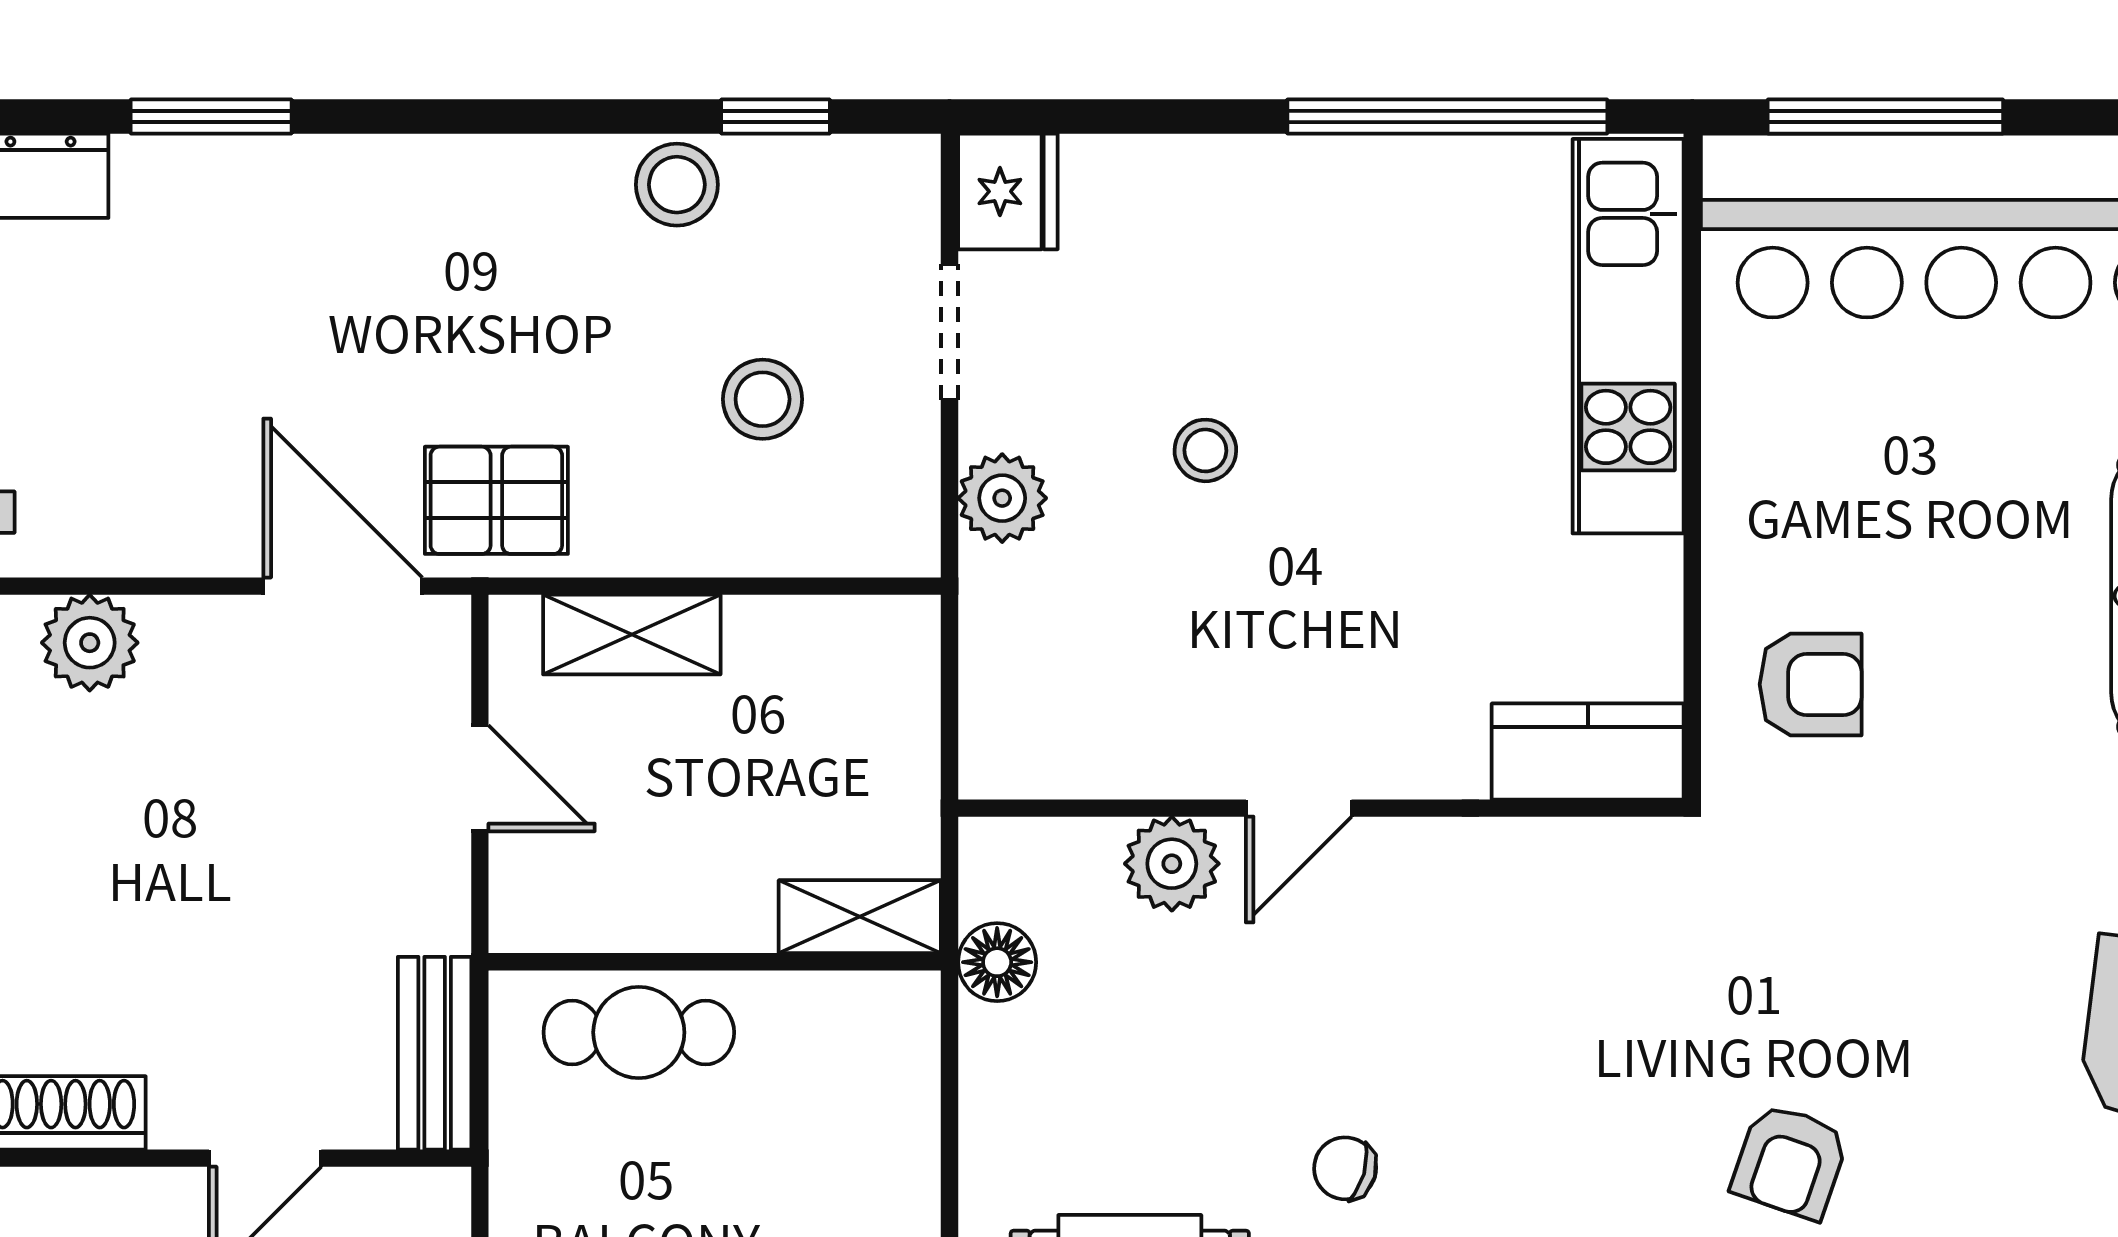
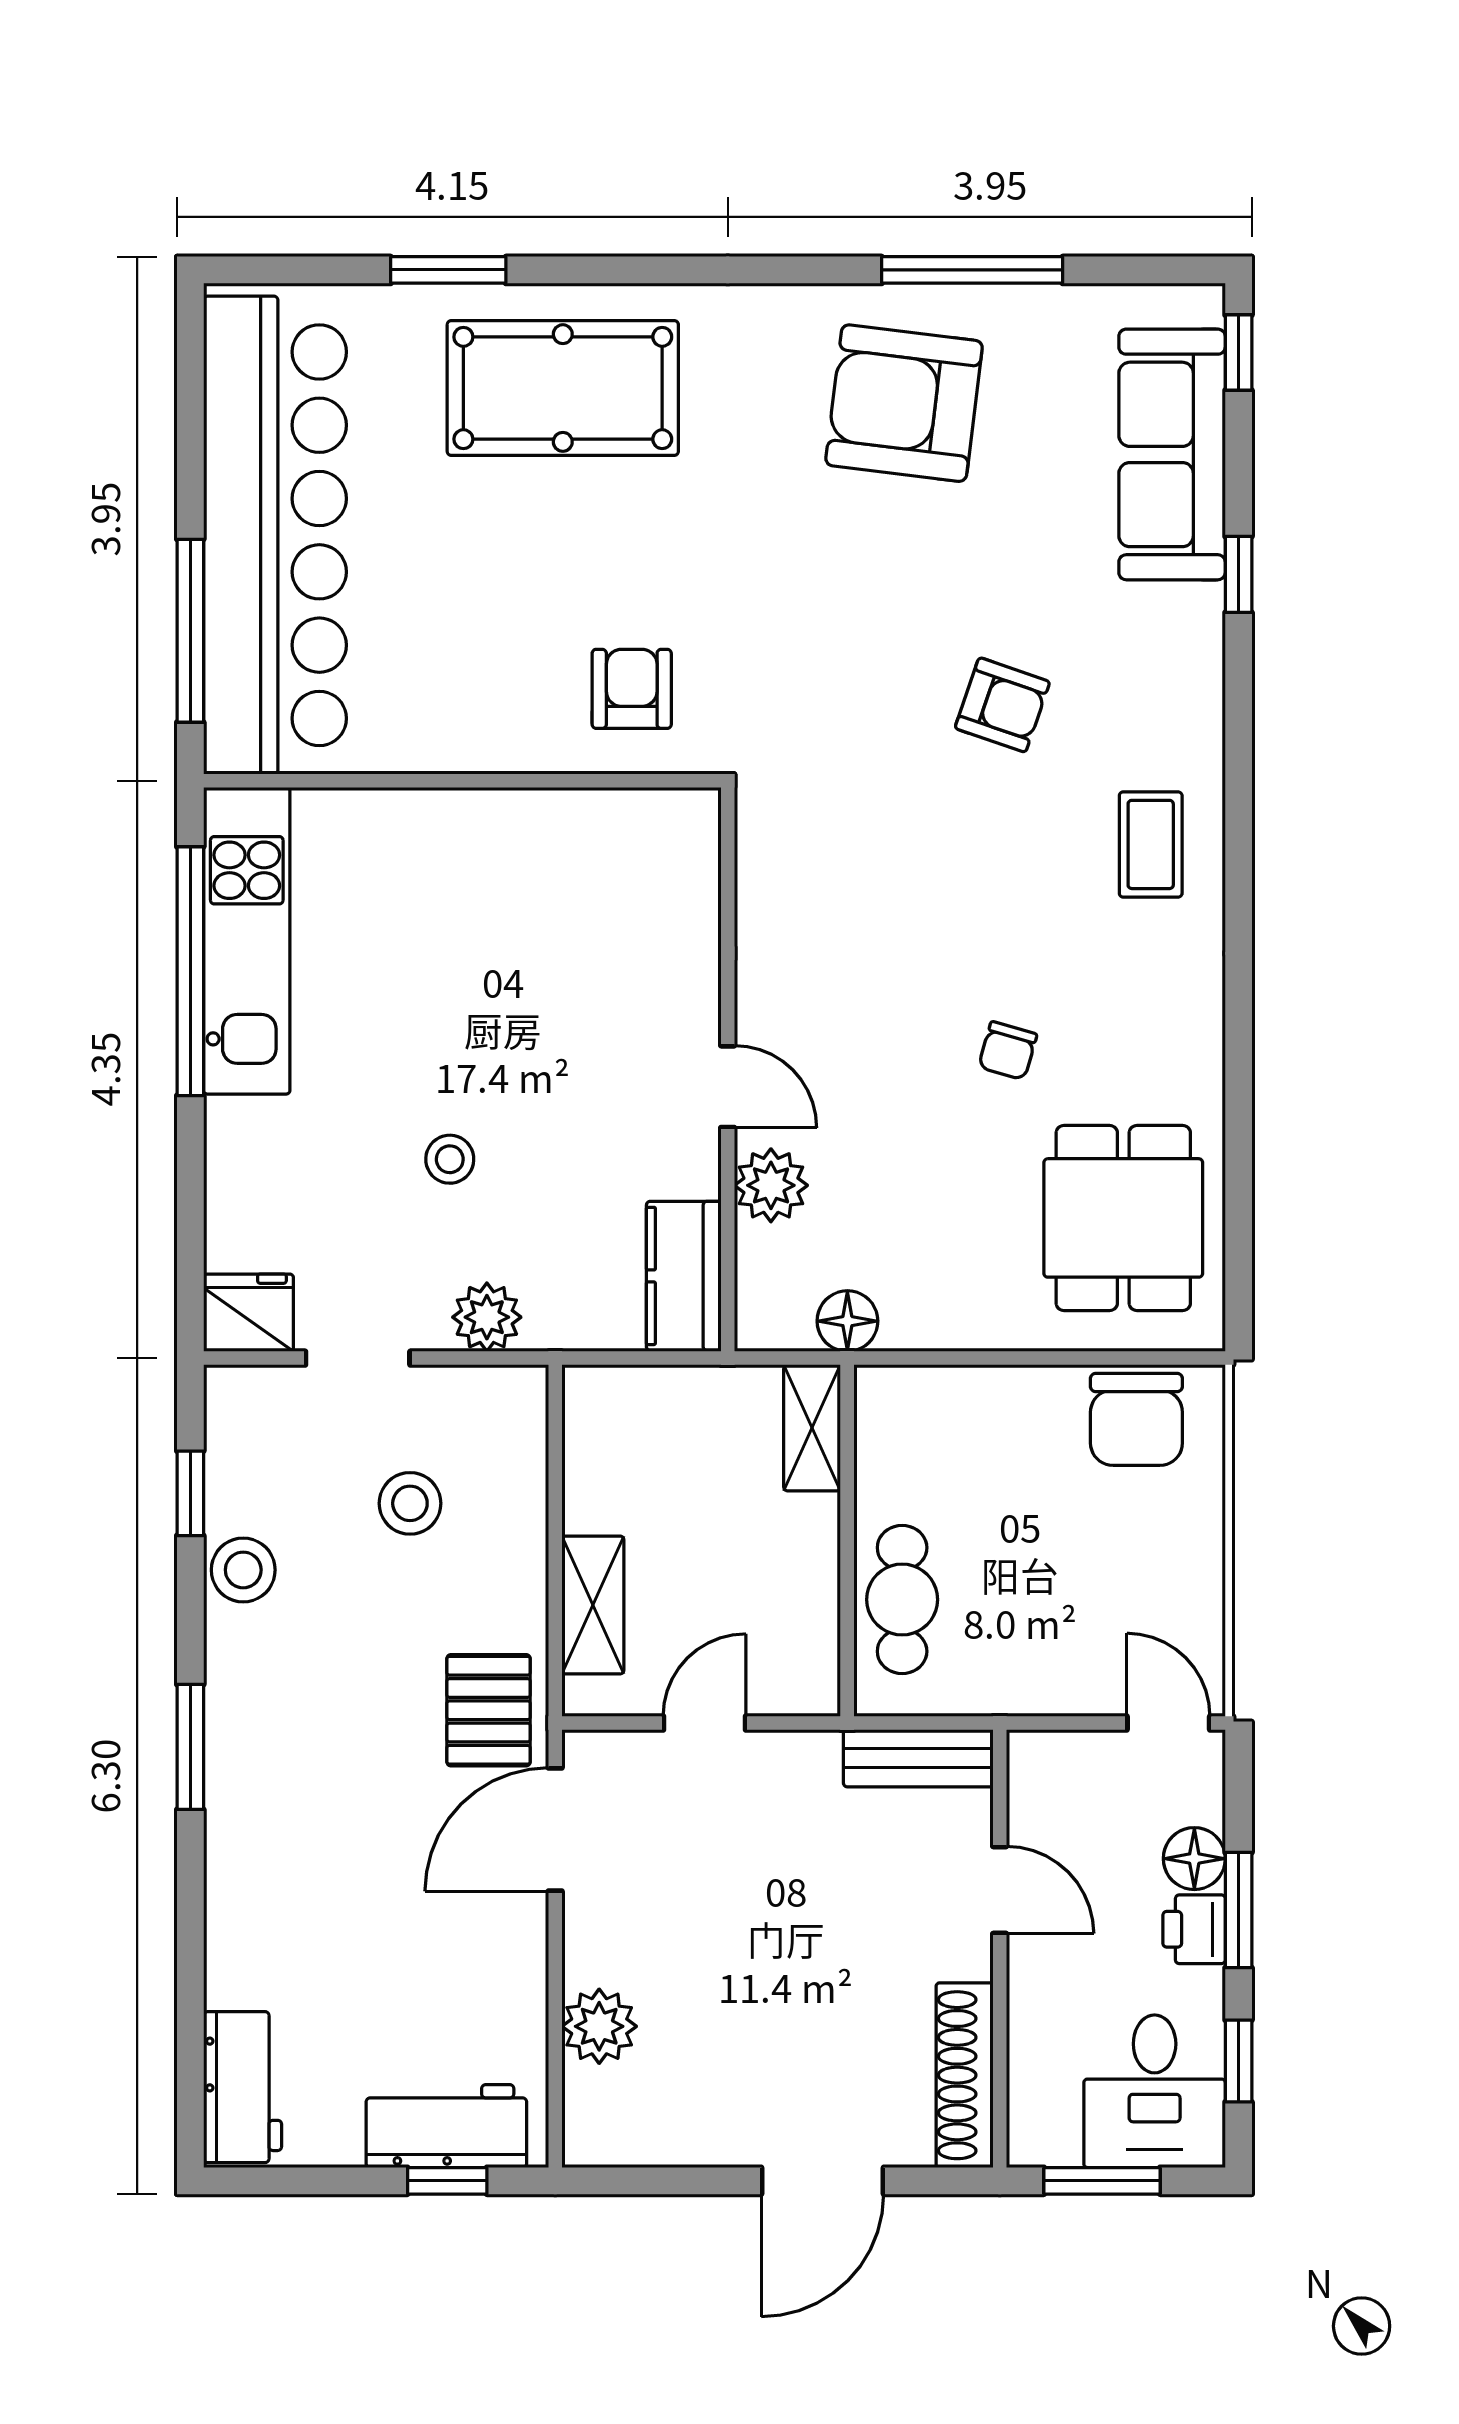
window: (211, 117) -> (190, 1747), moved
kitchen unit: (1628, 336) -> (247, 941), moved, turned -90
kitchen counter: (1588, 752) -> (684, 1276), moved

